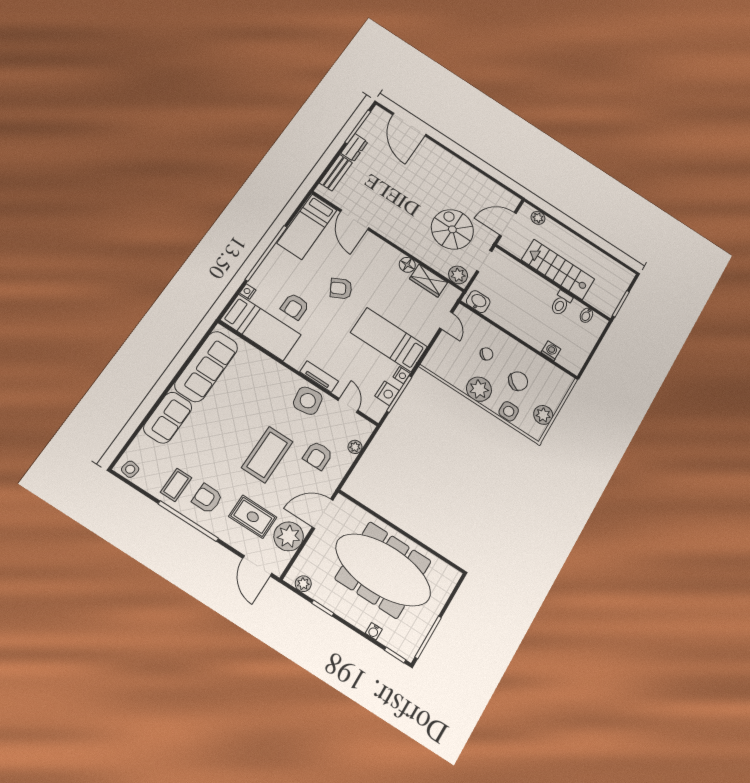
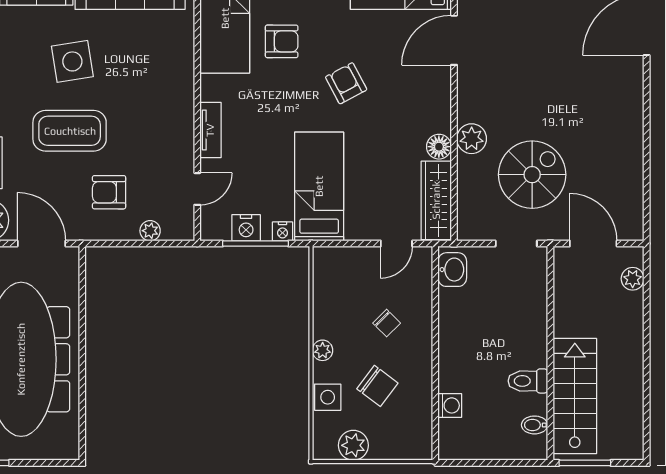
stairs: (558, 269) -> (575, 396), moved
plant: (458, 275) -> (472, 139), moved
wardrobe: (428, 281) -> (436, 200), width x1.50
armchair: (295, 306) -> (282, 41), turned 180
plant: (479, 389) -> (323, 350), width x0.53, depth x0.53
side table: (308, 401) -> (72, 61), moved

